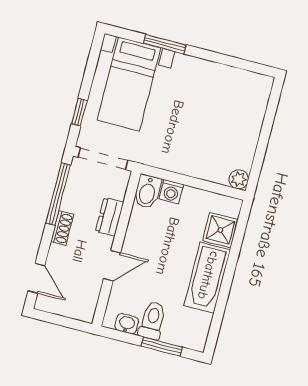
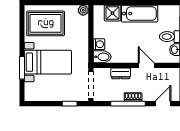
bed with nightstands: (129, 84) -> (48, 62), moved
rug: (233, 106) -> (46, 23), added
window: (58, 194) -> (128, 104), moved

